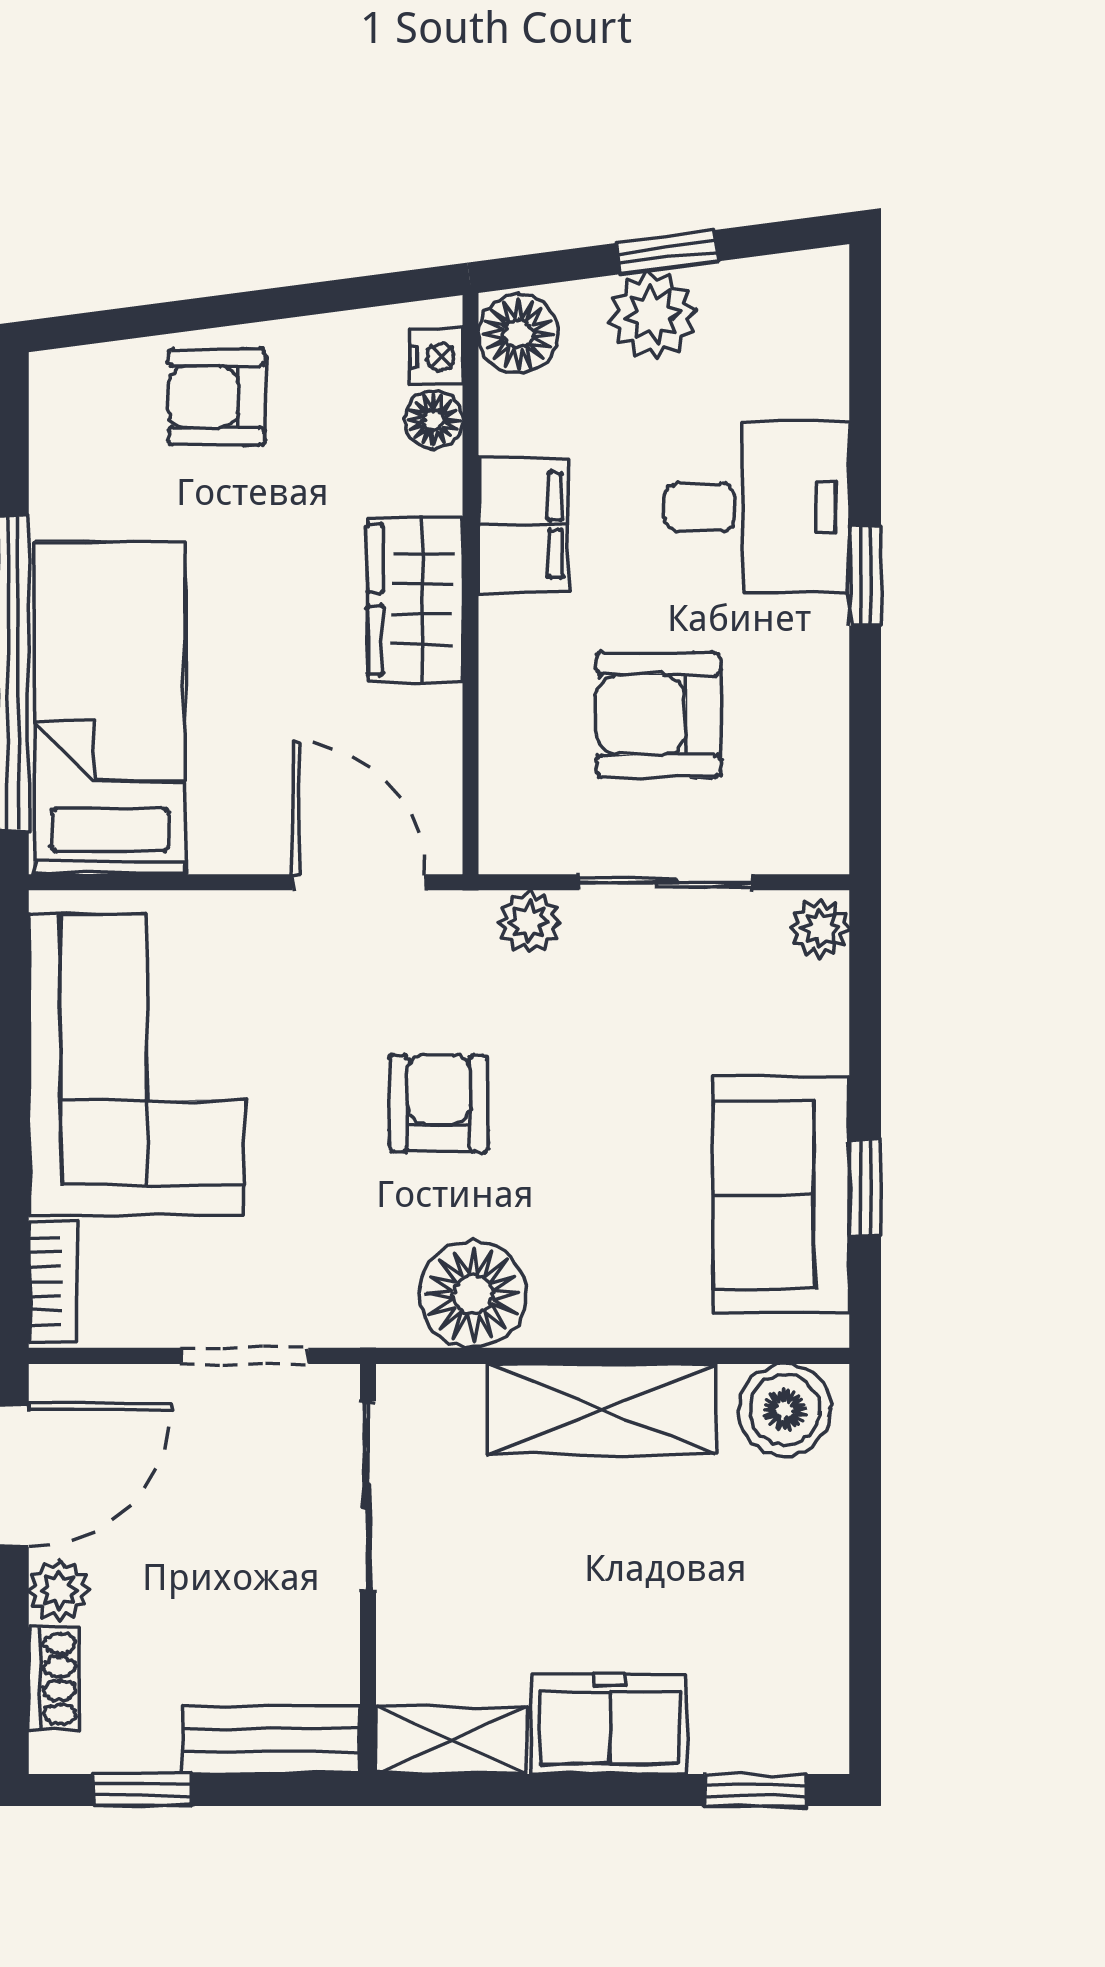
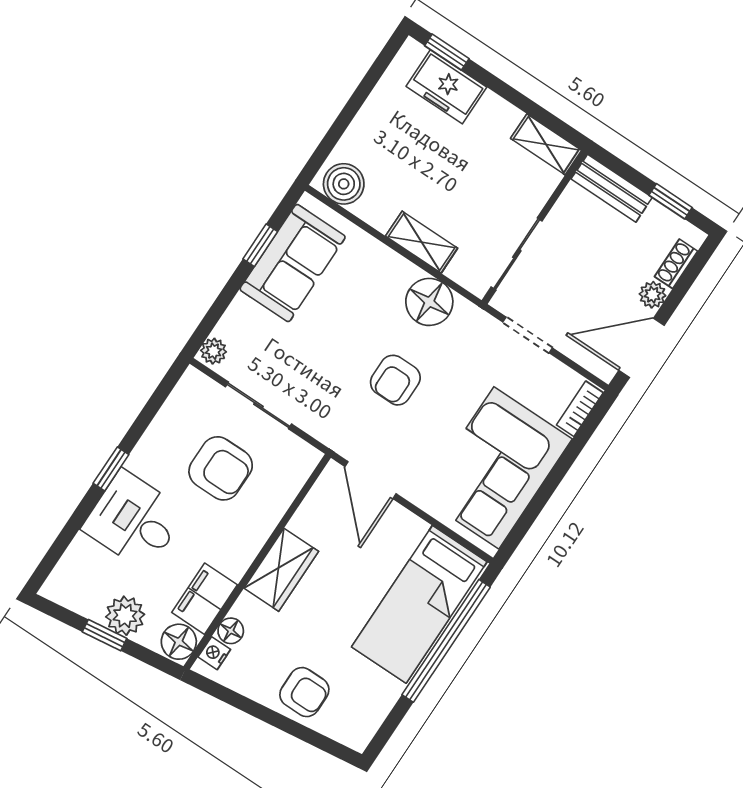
filing cabinet: (524, 525) -> (205, 599), moved
plant: (529, 922) -> (318, 424), removed
shelving: (601, 1409) -> (422, 242), width x0.67, depth x0.75
freezer: (609, 1724) -> (446, 87), moved

